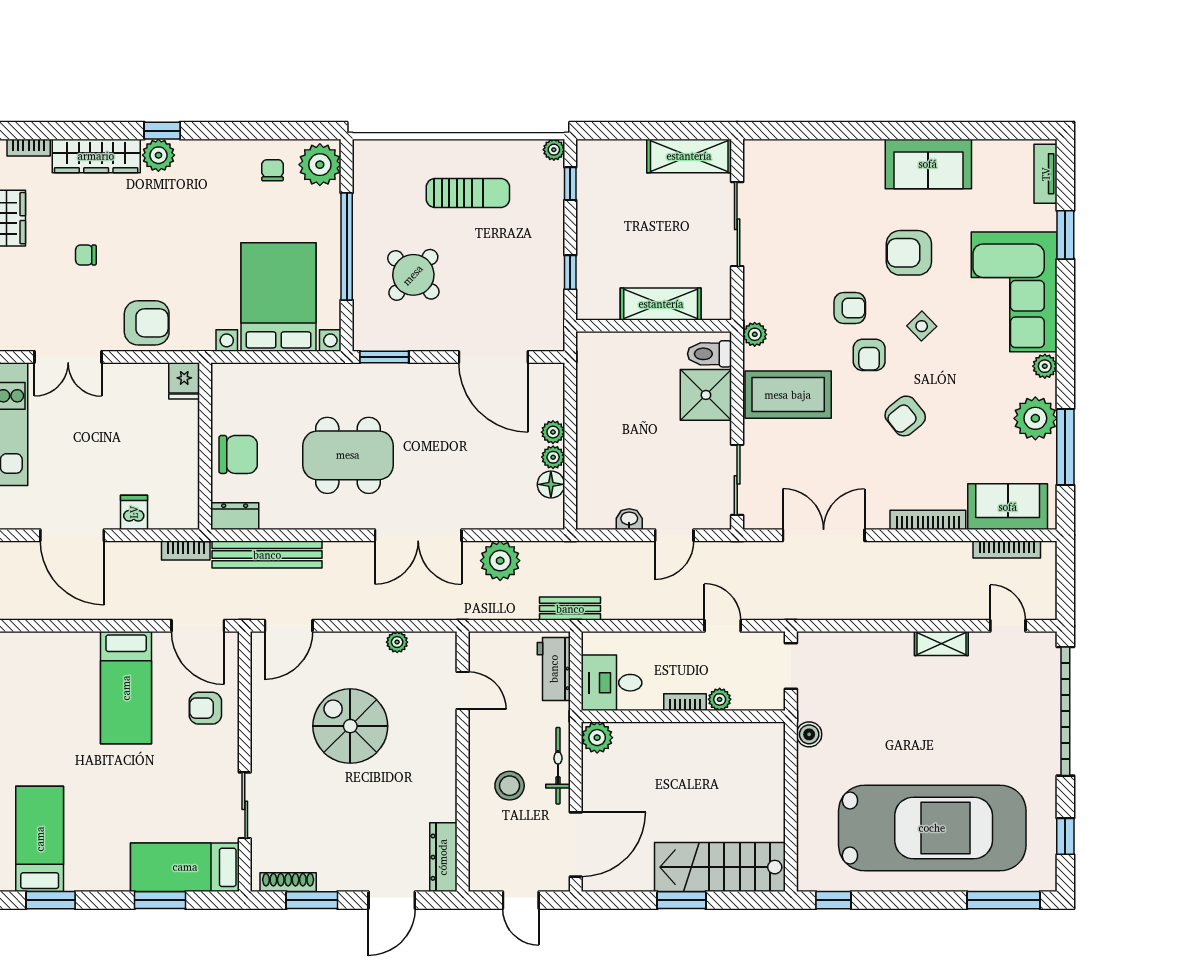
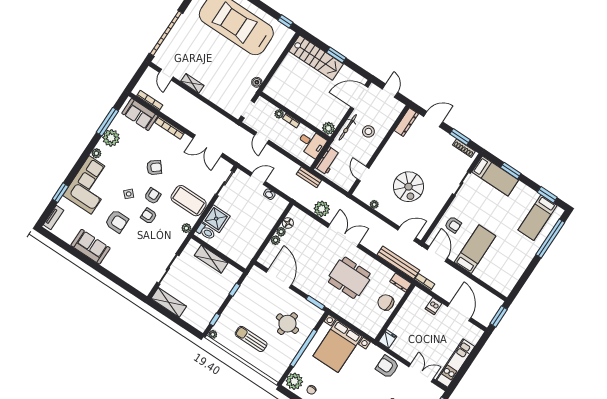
round table: (413, 275) -> (287, 324), turned -36

